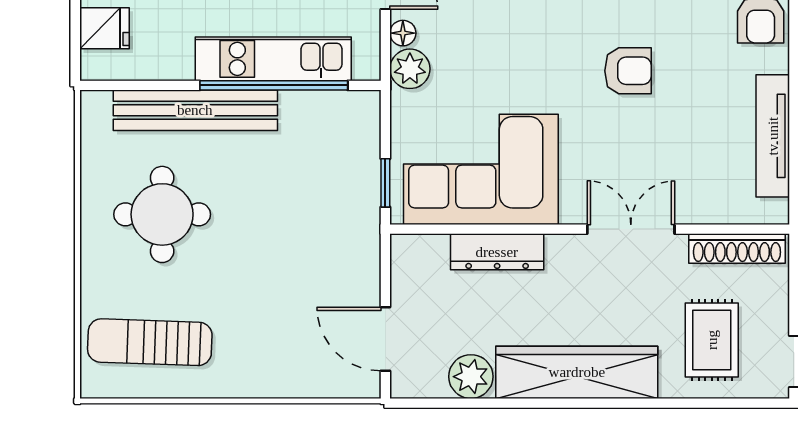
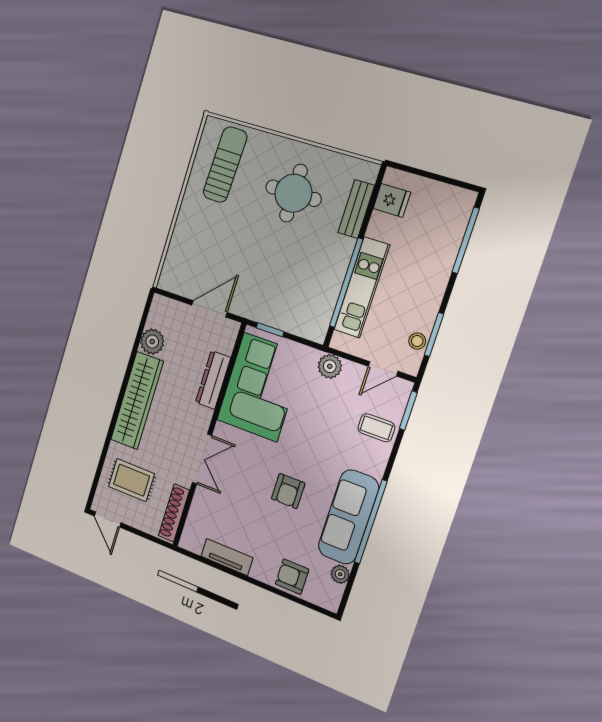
fridge: (104, 28) -> (392, 200), moved, turned -90
floor lamp: (403, 33) -> (352, 369), removed
bench: (195, 110) -> (356, 209), width x0.54, depth x0.82
tv unit: (773, 136) -> (227, 557), width x0.71
door: (385, 339) -> (209, 309), moved

